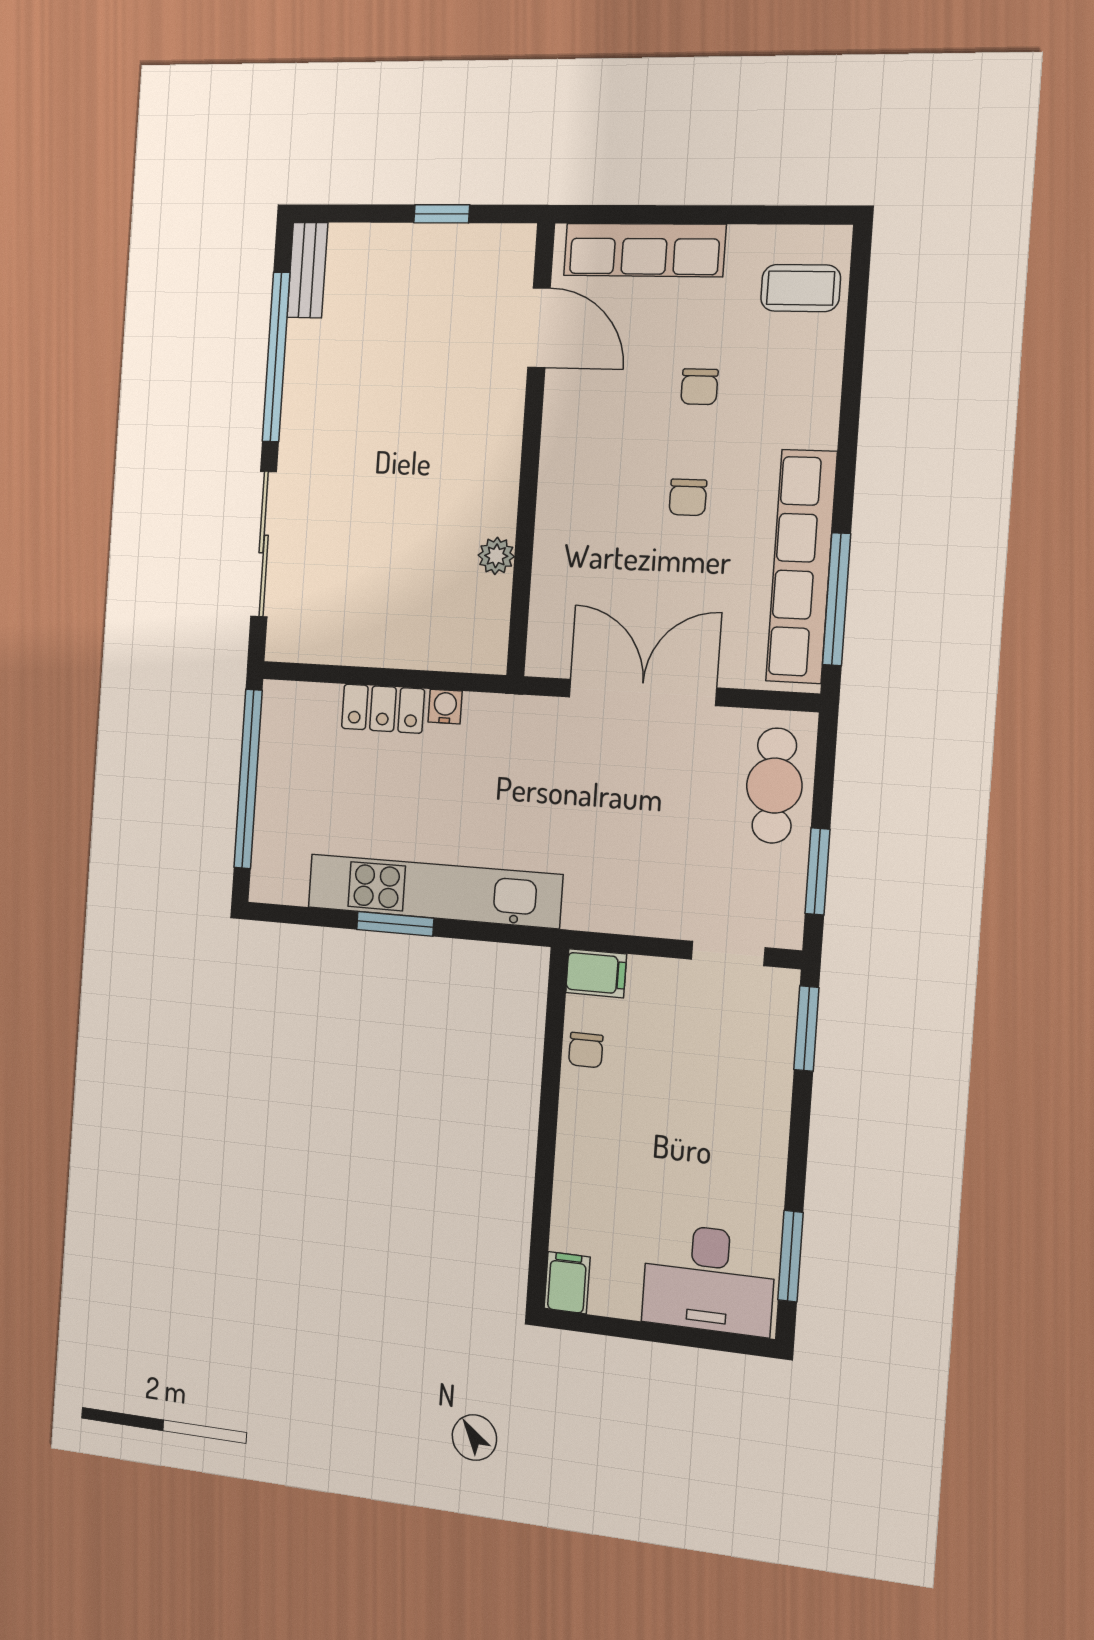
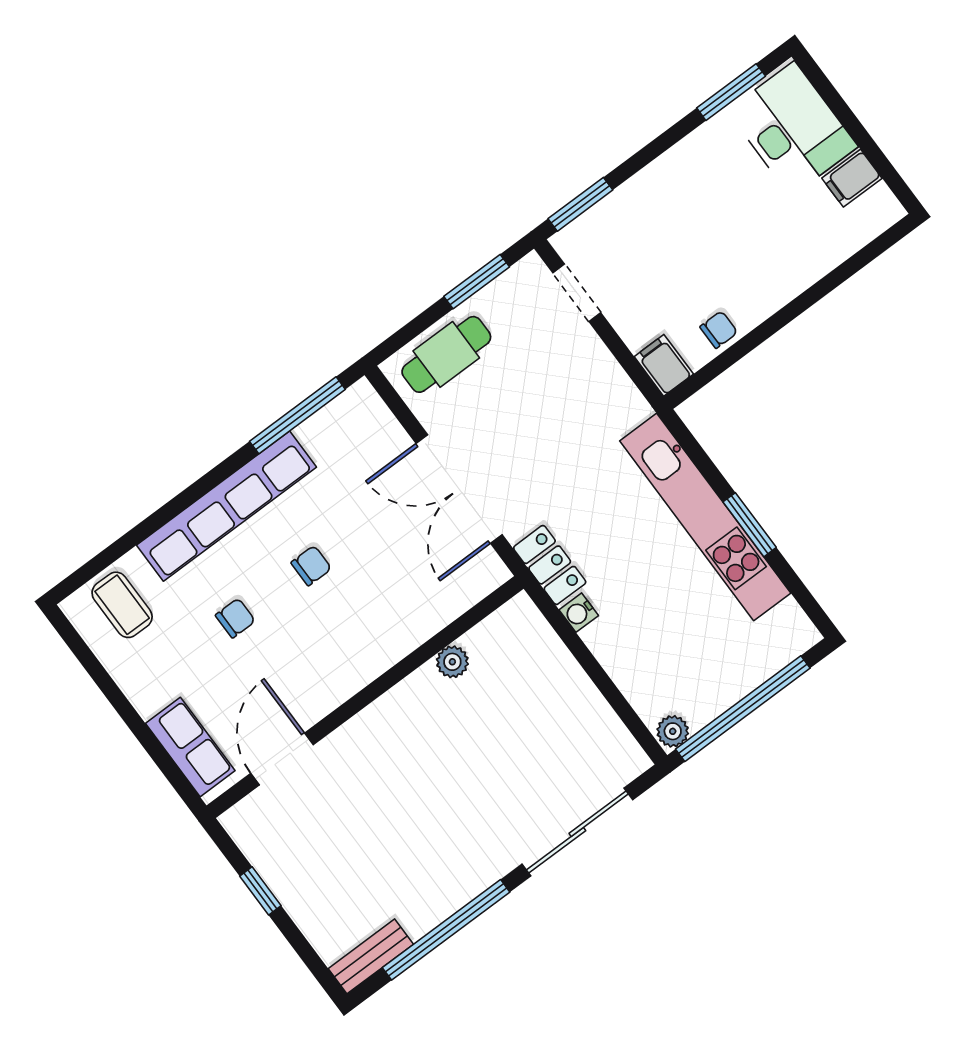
row of seats: (644, 250) -> (190, 747), width x0.68
row of seats: (802, 566) -> (226, 506), moved
plant: (279, 701) -> (673, 731), added
locker: (383, 709) -> (550, 565), moved
filing cabinet: (567, 1283) -> (852, 178), moved

